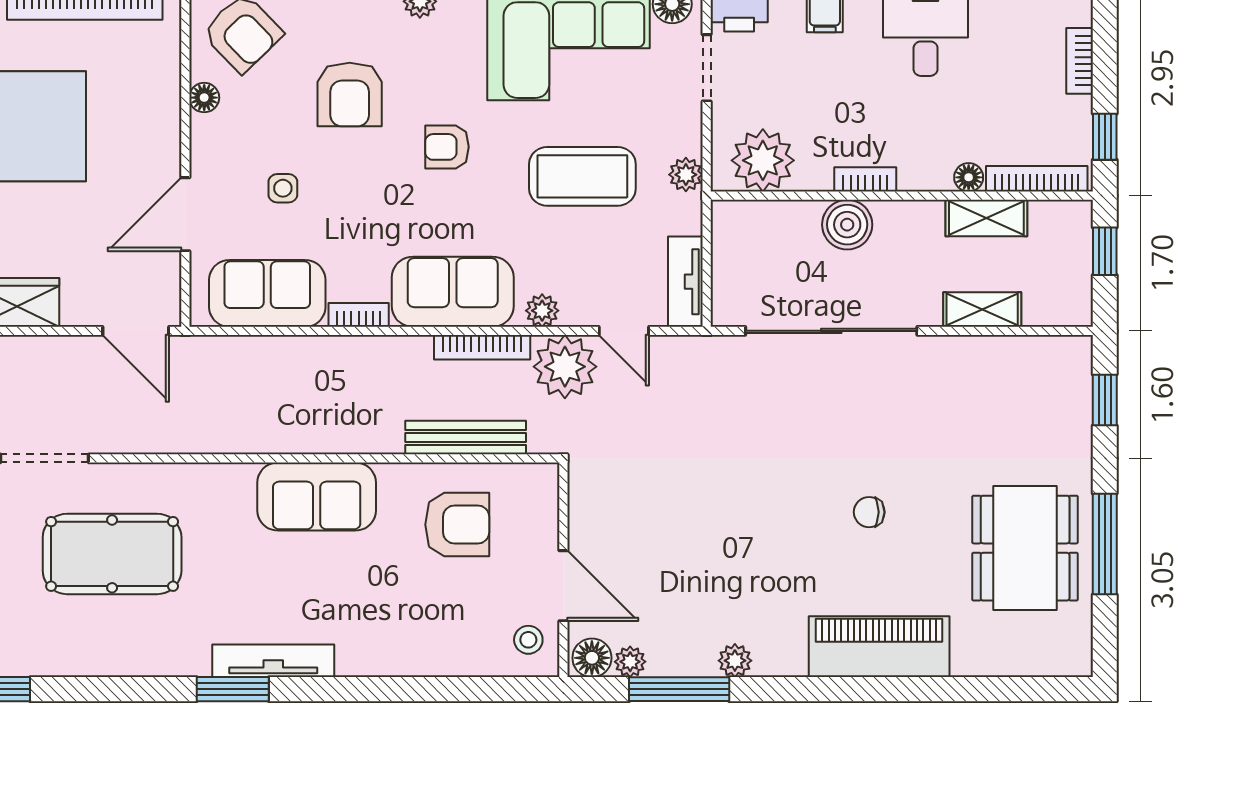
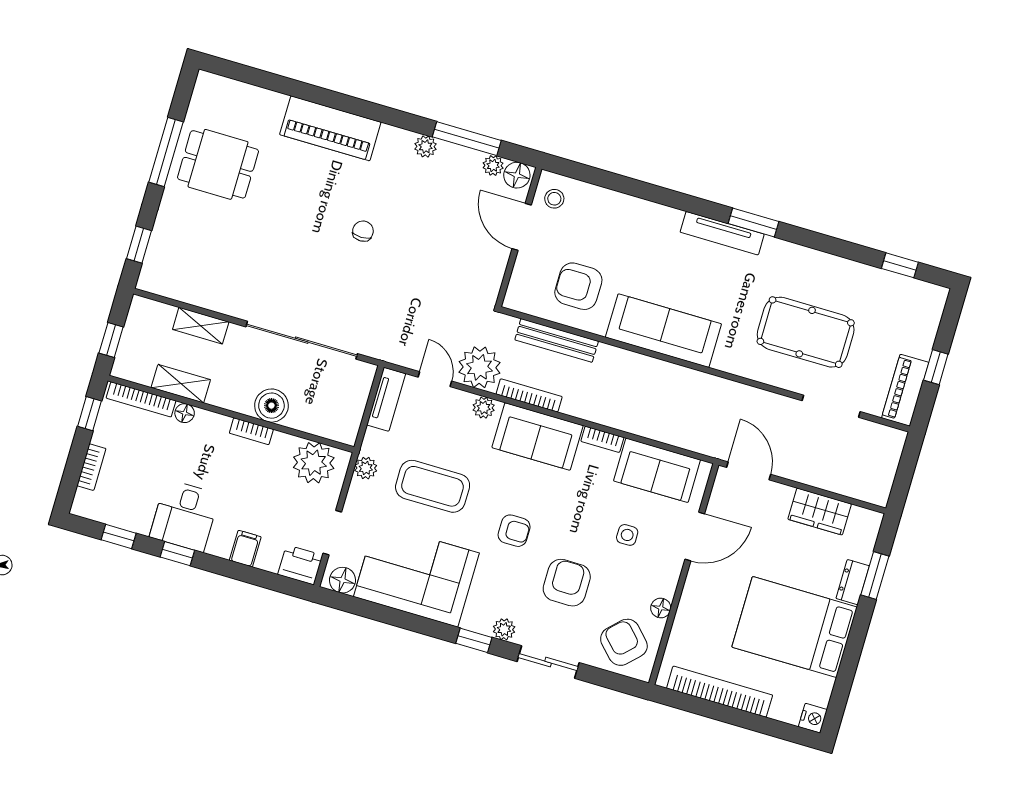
sofa: (317, 497) -> (663, 331), width x1.36
chair: (869, 512) -> (363, 231), moved, turned -90
dining table: (1025, 548) -> (218, 164), width x0.73

